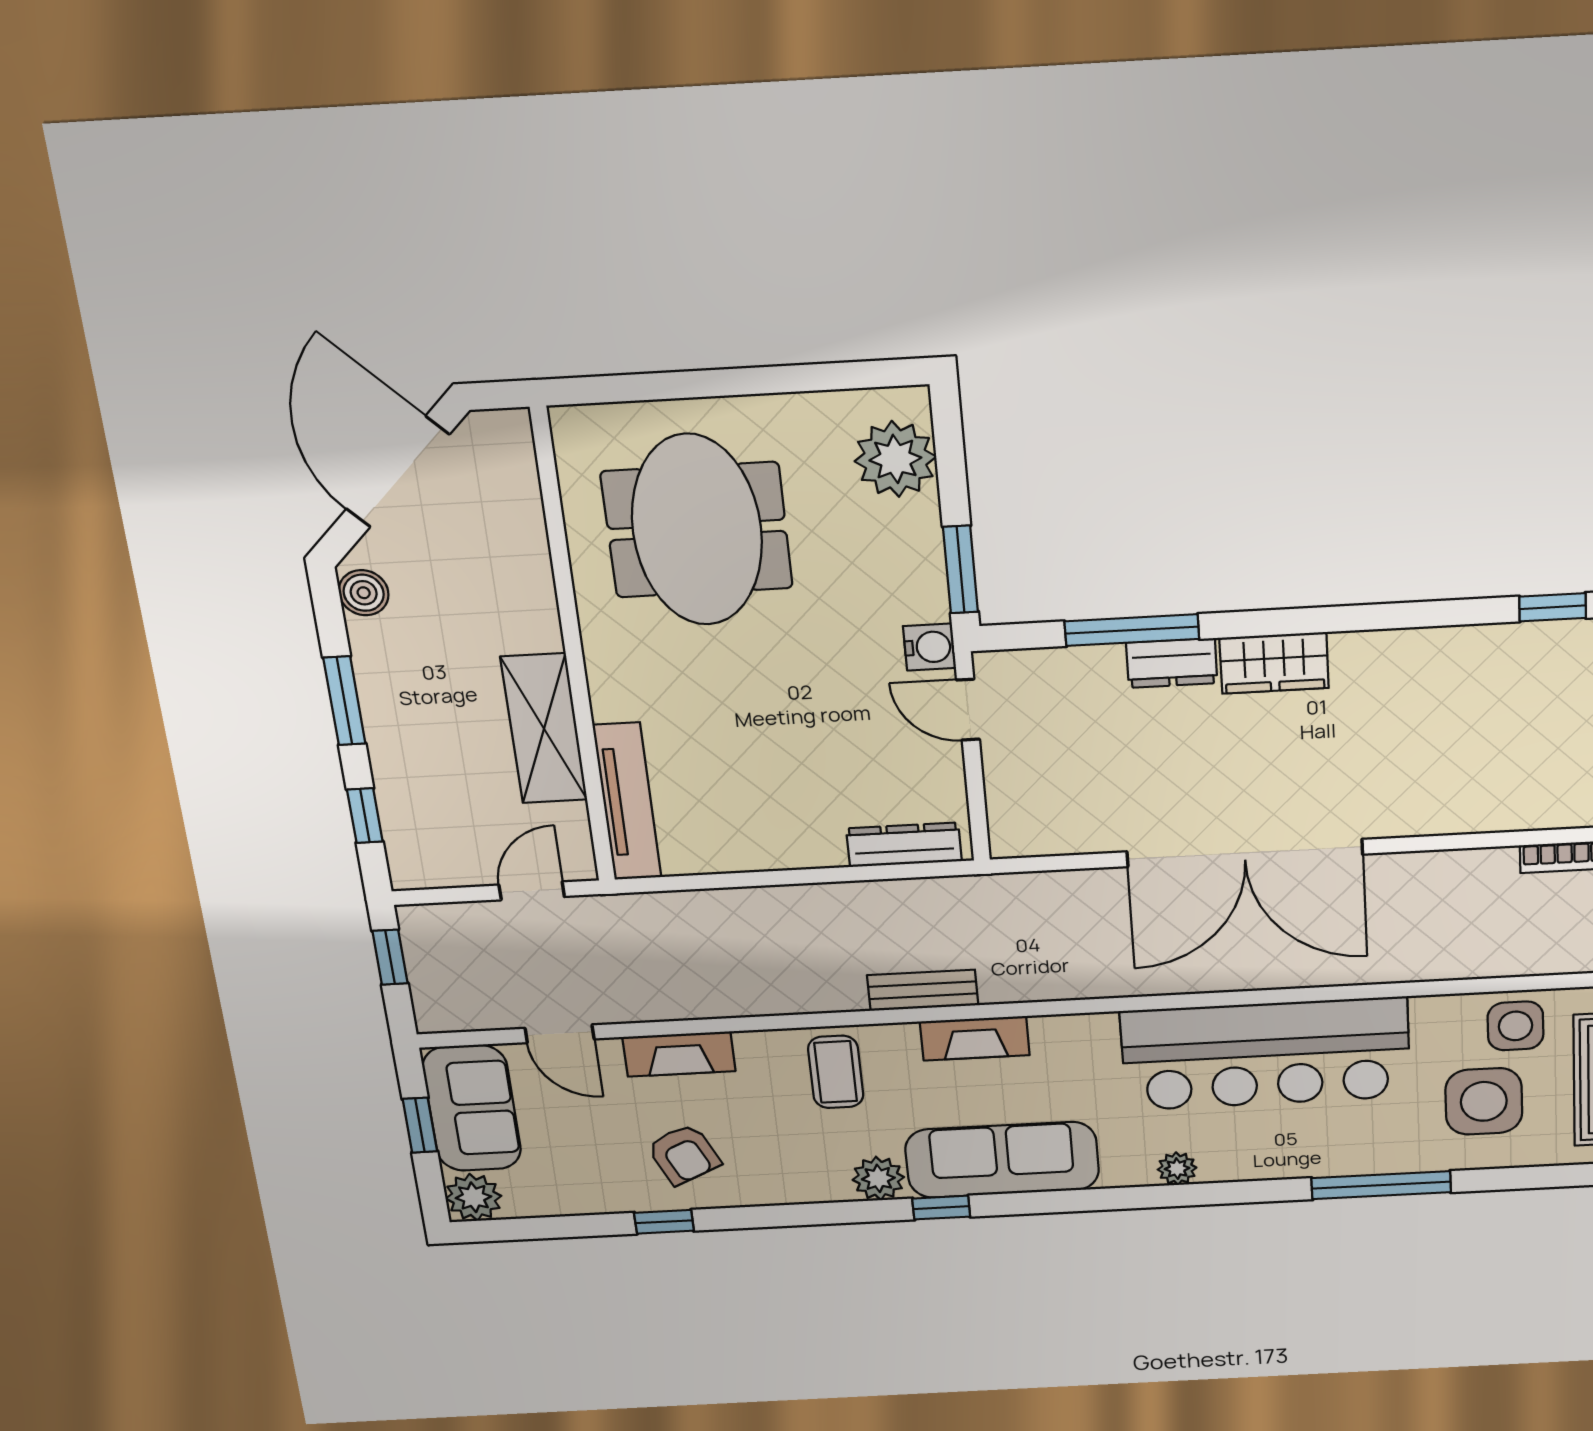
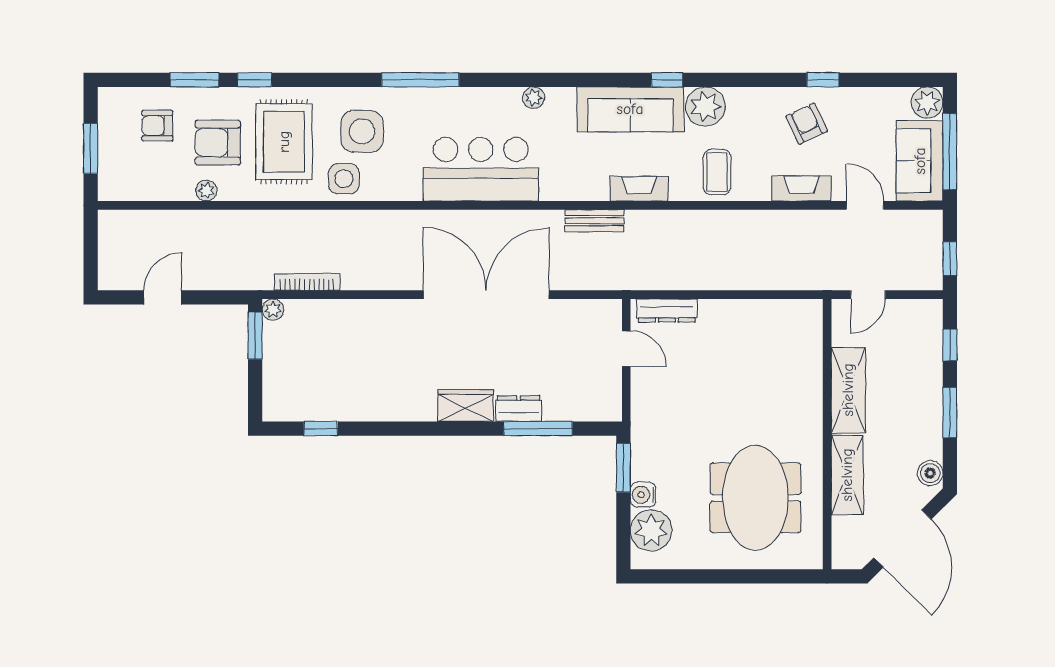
shelving: (524, 580) -> (847, 475), added
water cooler: (930, 647) -> (643, 495), moved
door: (968, 710) -> (626, 349), moved
tv unit: (627, 802) -> (810, 345), removed
bench: (923, 990) -> (595, 221), moved
bar counter: (1266, 1054) -> (481, 169), width x0.73
window: (420, 1125) -> (950, 151), width x2.17
plant: (878, 1178) -> (706, 107), width x1.36, depth x1.36

